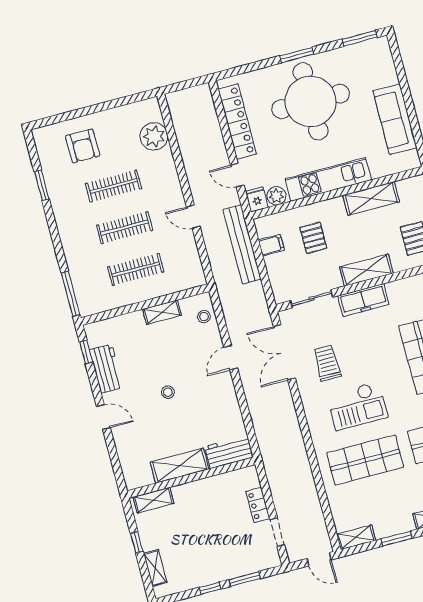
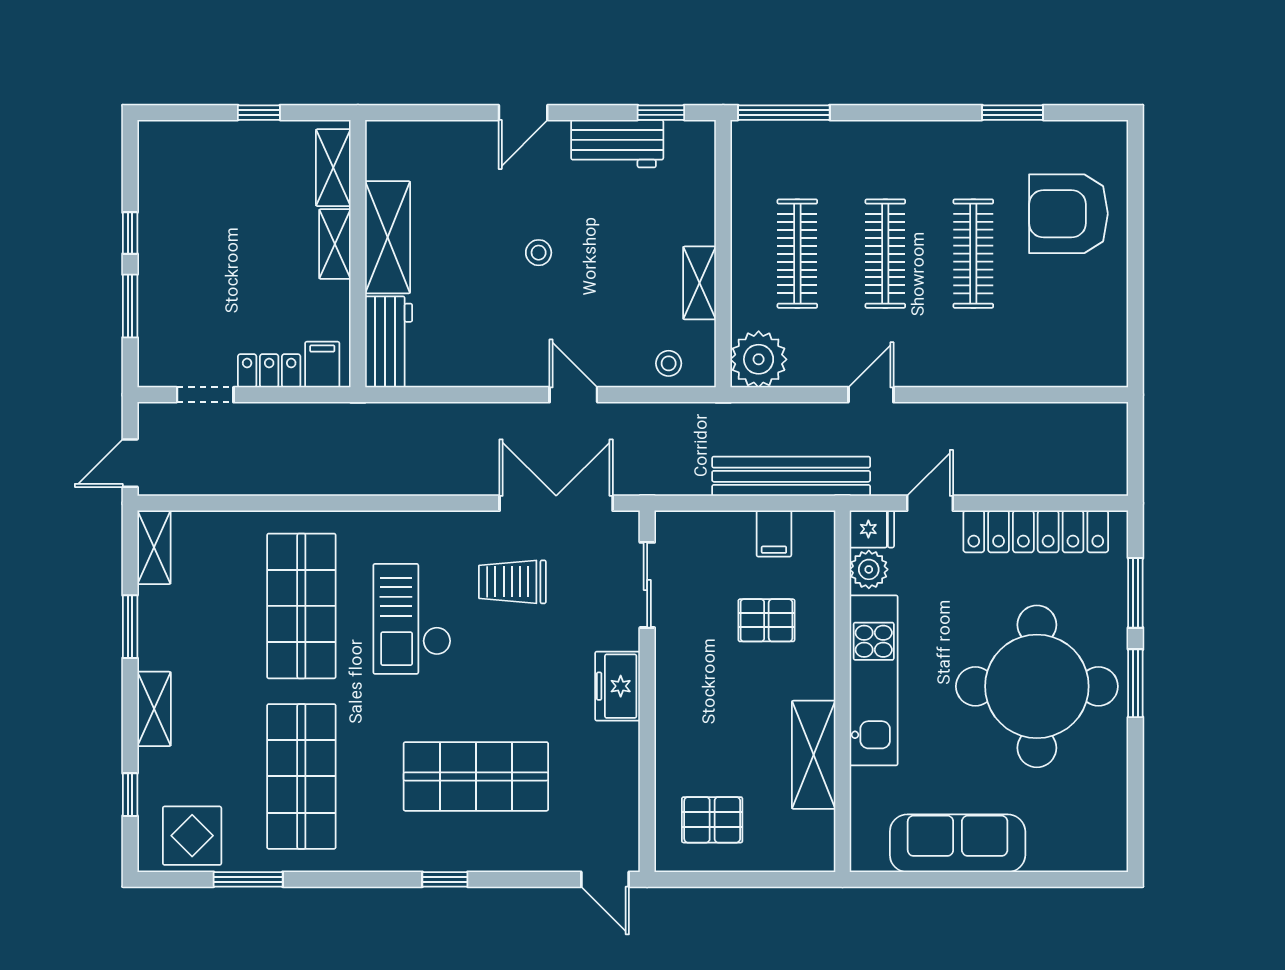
window: (360, 38) -> (1135, 593), moved
plant: (154, 136) -> (759, 359), moved
armchair: (83, 146) -> (1069, 214), width x1.36, depth x1.36
shelving: (366, 270) -> (675, 708), removed
freezer: (363, 300) -> (618, 686), width x0.71
trolley: (327, 363) -> (512, 582), turned 180
filing cabinet: (248, 481) -> (322, 365), added
shelving: (155, 568) -> (335, 244), moved, turned 90

